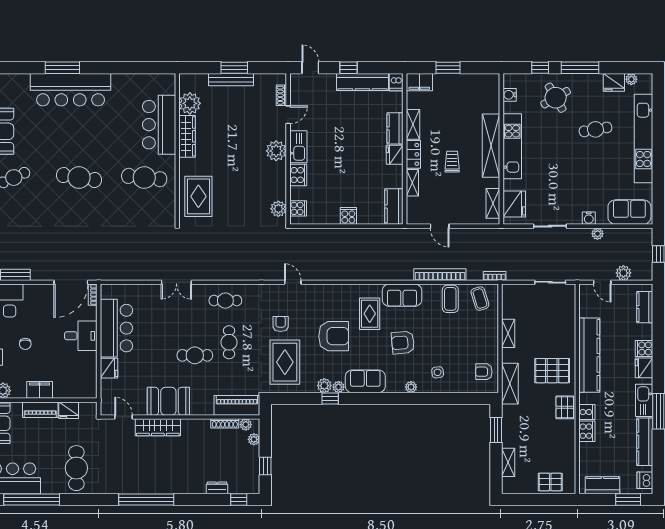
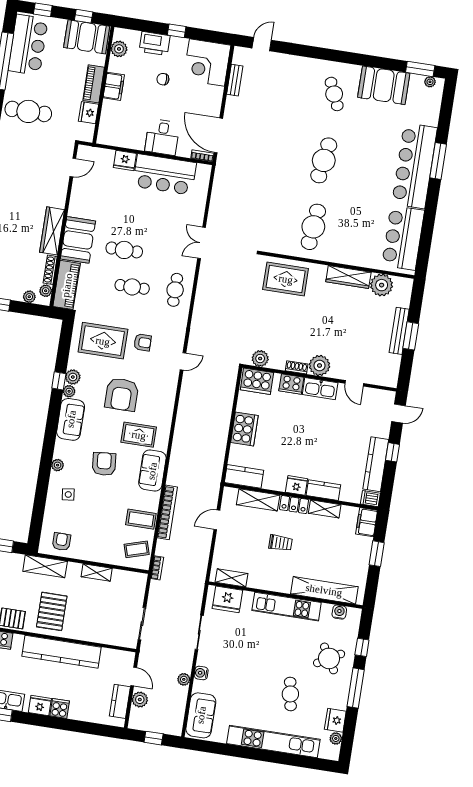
shoe rack: (281, 95) -> (297, 367), moved
bar counter: (159, 125) -> (403, 238), moved, turned -90
shelving: (491, 146) -> (324, 590), moved
shelving: (412, 183) -> (258, 500), width x1.50, depth x1.33
cooker: (298, 208) -> (257, 381), width x1.87, depth x1.31
cooker: (348, 216) -> (244, 429), width x1.87, depth x1.31
door: (602, 282) -> (134, 677), swing flipped
kitchen counter: (645, 307) -> (120, 701), moved, turned -90
cafe table: (195, 355) -> (124, 250), turned 90
booth: (168, 401) -> (78, 240), moved
wardrobe: (158, 427) -> (52, 231), moved

